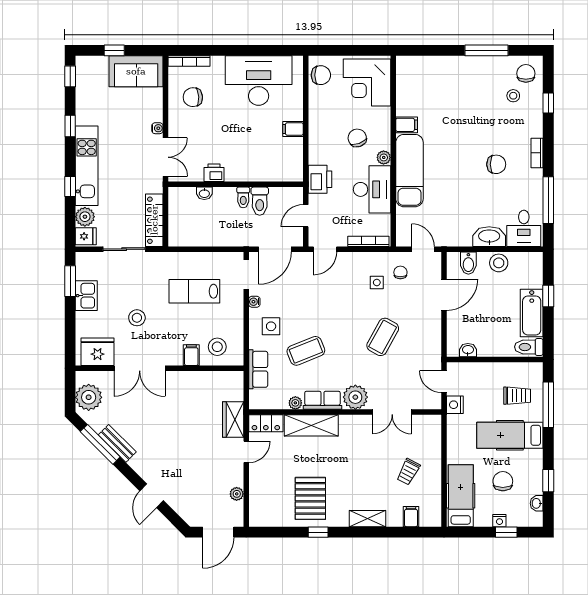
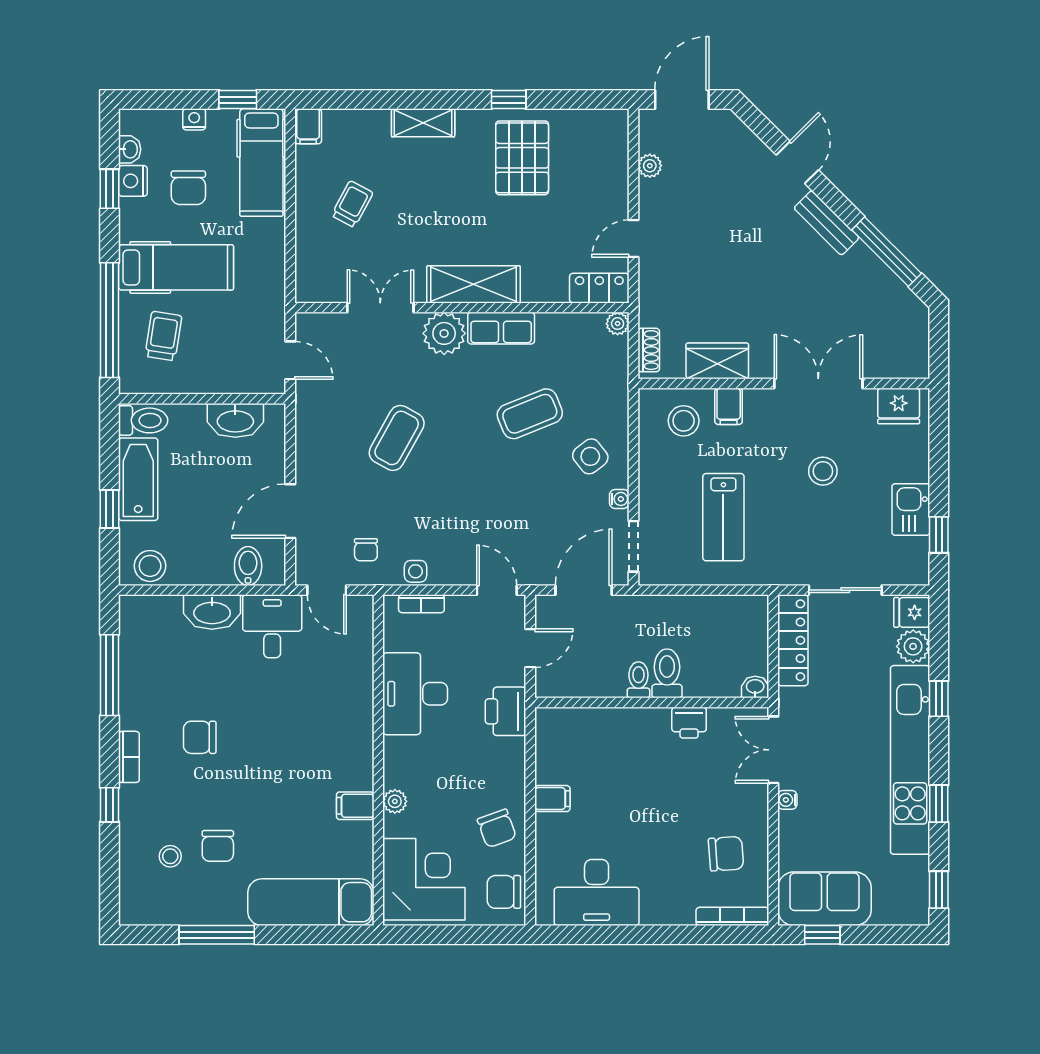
window: (114, 50) -> (822, 935), moved
chair: (526, 73) -> (218, 846), moved
desk: (259, 81) -> (597, 893), width x0.73, depth x0.77
window: (548, 103) -> (110, 805), moved
chair: (357, 138) -> (497, 828), moved
plant: (384, 157) -> (395, 801), moved
kitchen unit: (87, 166) -> (910, 760), width x1.36
exam couch: (409, 171) -> (311, 902), moved, turned 90
washbasin: (204, 193) -> (755, 687), moved
toilet: (260, 201) -> (667, 673), moved
desk: (524, 228) -> (272, 626), moved
bookcase: (368, 241) -> (421, 604), width x0.64
door: (325, 249) -> (497, 590), hinge flipped
stool: (499, 263) -> (150, 566), moved
window: (70, 281) -> (939, 535), width x0.67
side table: (377, 282) -> (415, 571), moved
lab bench: (194, 291) -> (723, 517), turned 90
side table: (271, 326) -> (590, 456), turned -38
washbasin: (468, 350) -> (235, 420), width x1.91, depth x1.45
fridge: (98, 352) -> (899, 406), width x0.73, depth x0.75
row of seats: (258, 369) -> (613, 382), removed
shoe rack: (237, 388) -> (649, 350), added
trolley: (517, 396) -> (163, 336), turned 99
plant: (89, 397) -> (907, 333), removed
plant: (295, 403) -> (618, 324), moved
nightstand: (455, 405) -> (133, 181), moved, turned 180
window: (548, 405) -> (110, 320), width x1.46
wardrobe: (233, 420) -> (717, 361), moved, turned -90
shelving: (311, 425) -> (474, 284), moved
bench: (117, 443) -> (827, 223), moved
filing cabinet: (411, 517) -> (308, 126), moved
window: (506, 532) -> (238, 100), moved

